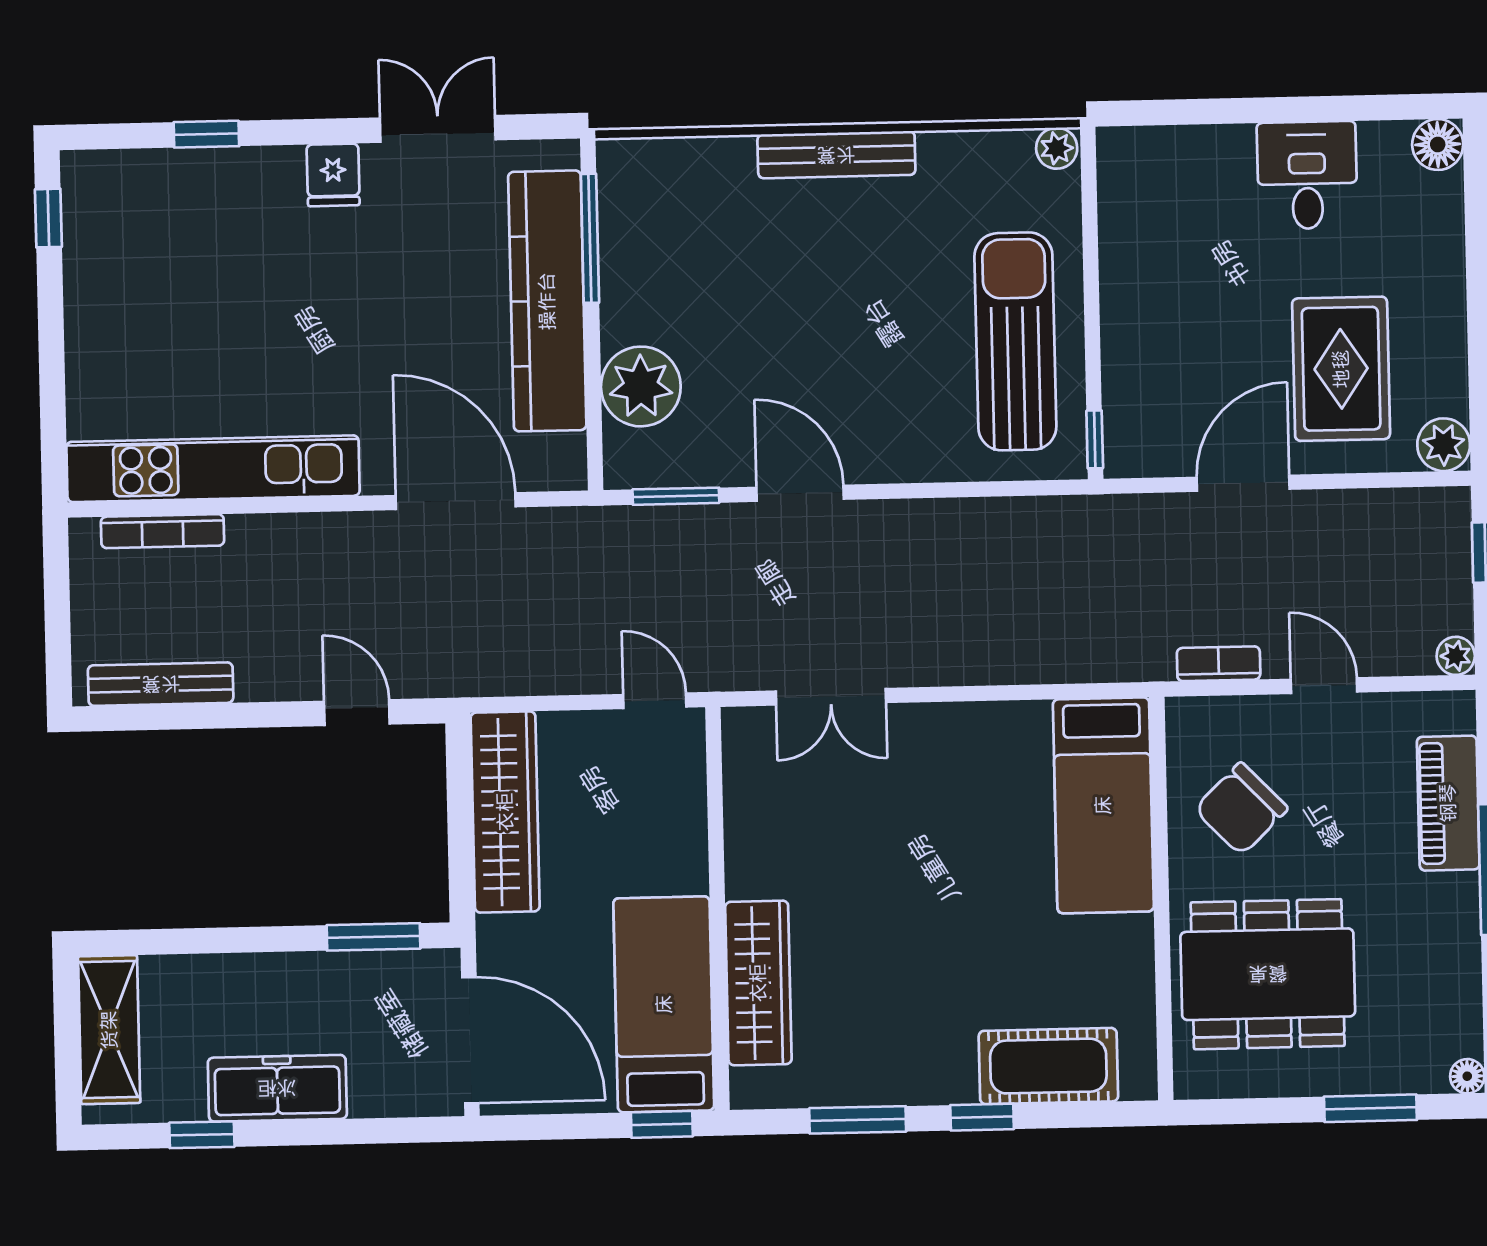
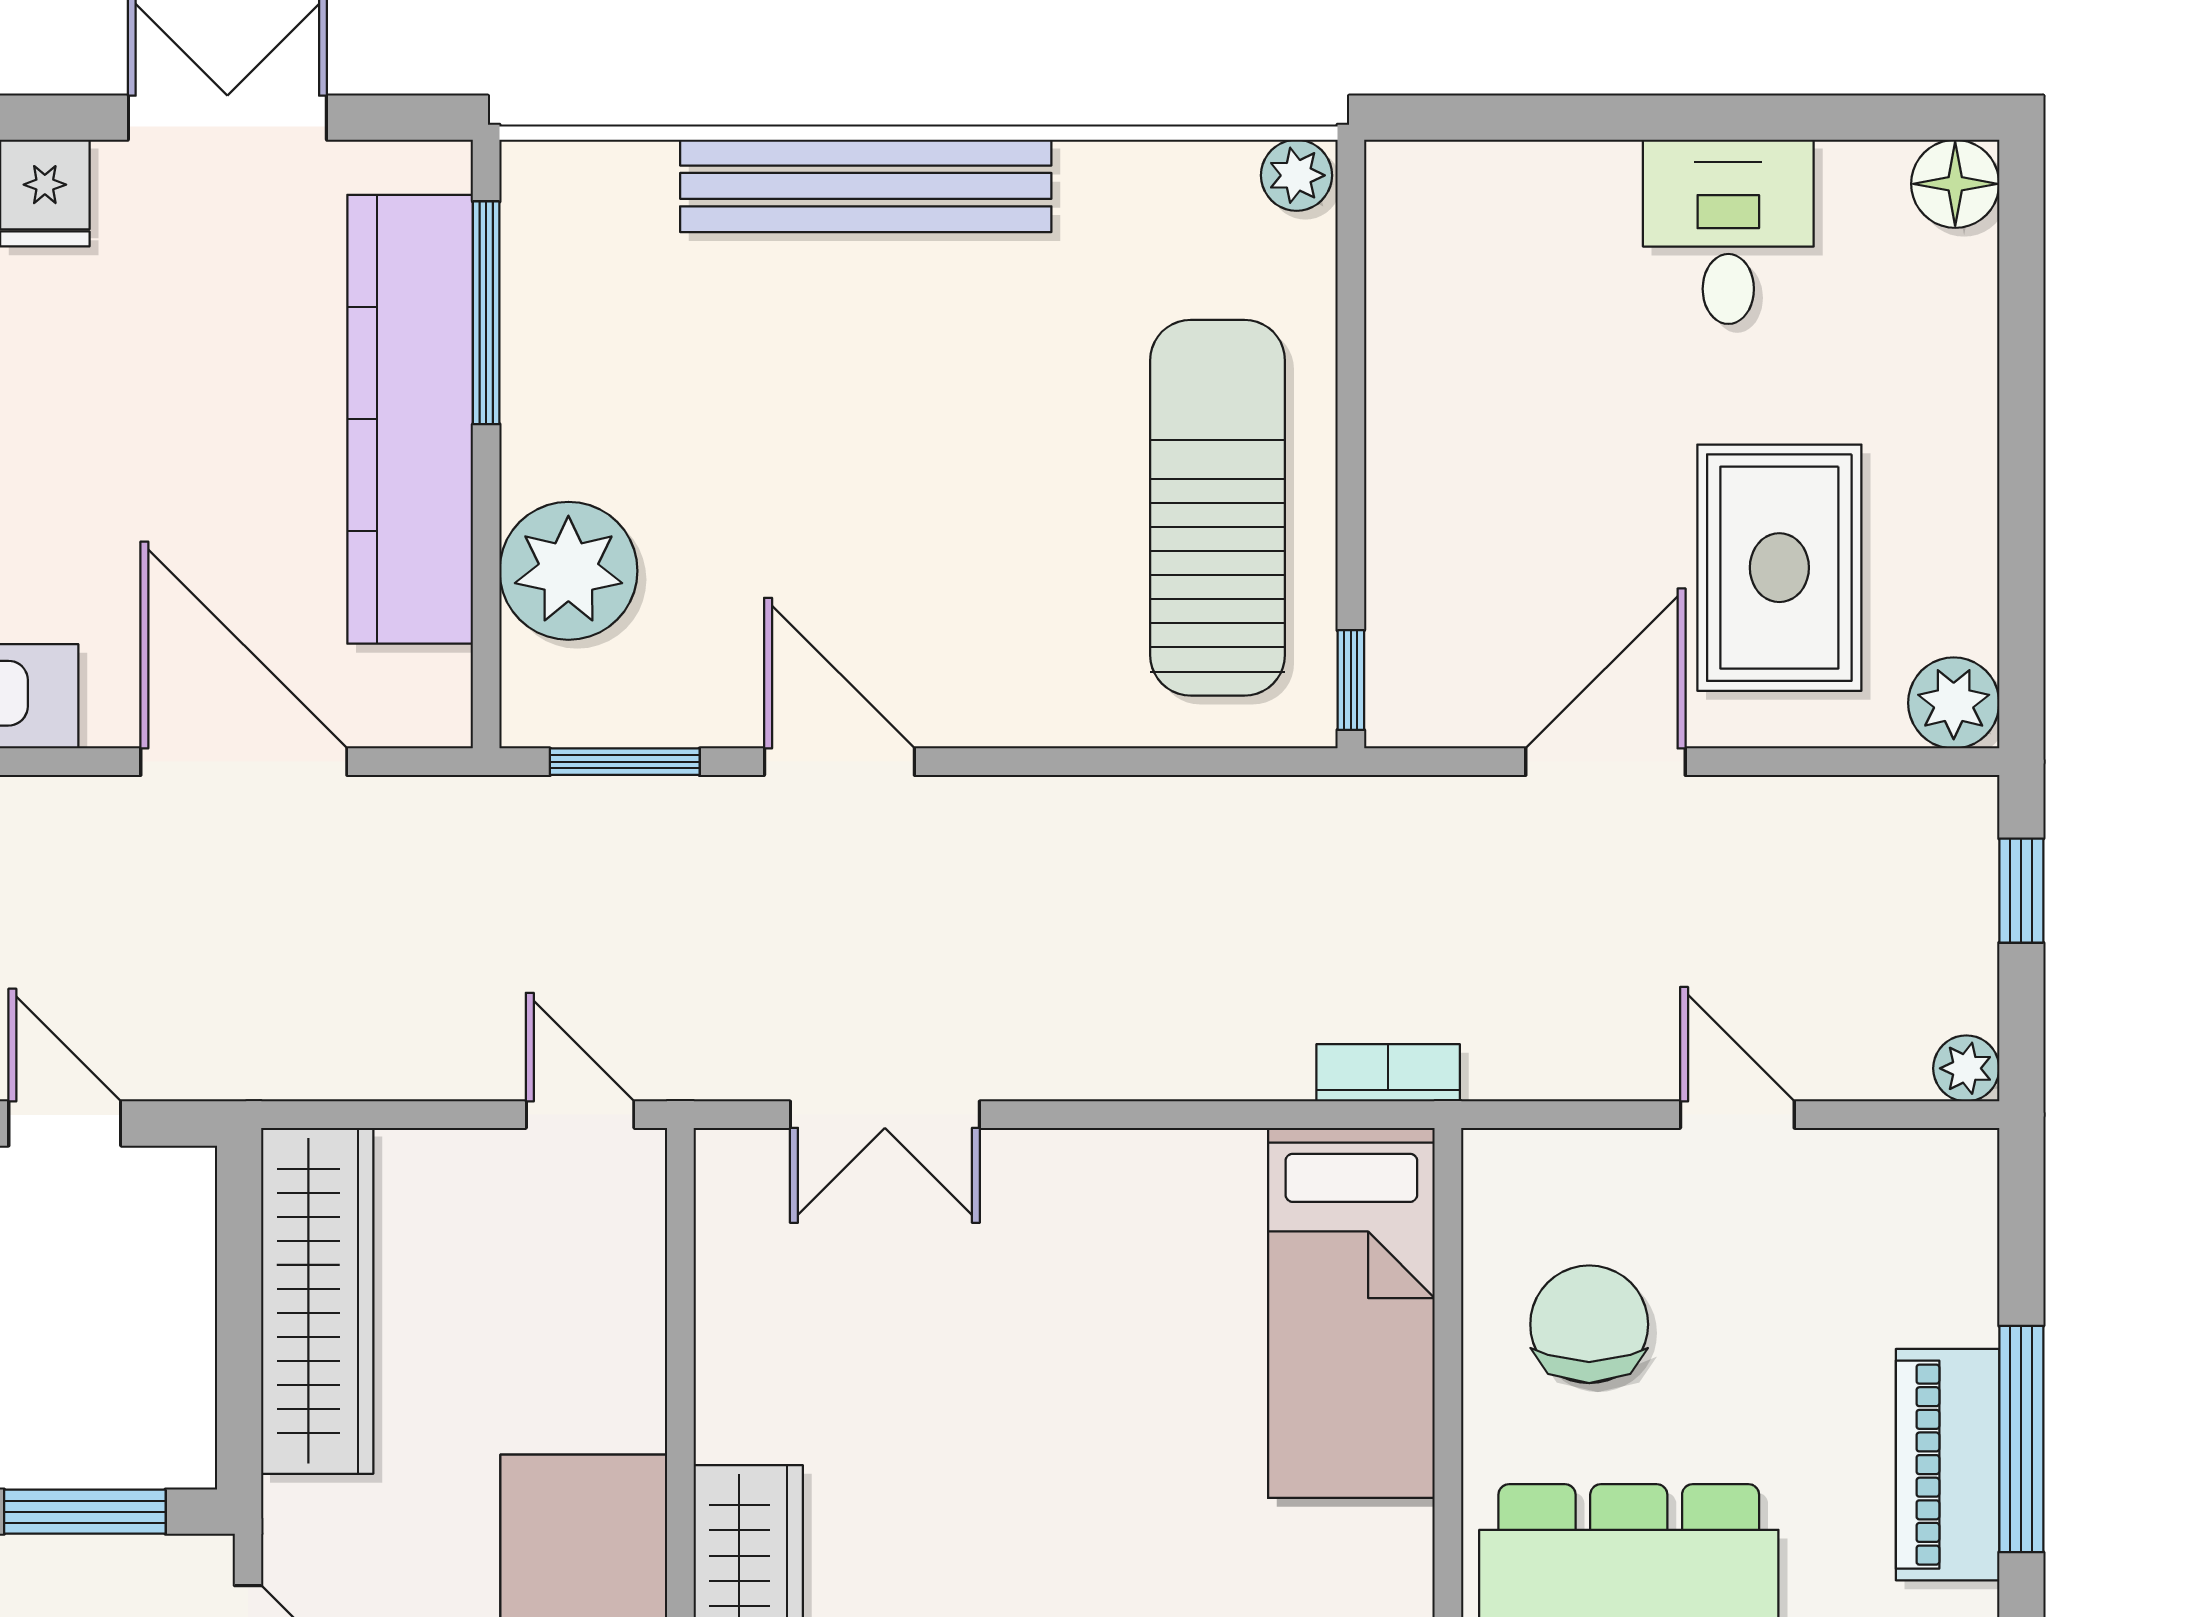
bench: (836, 155) -> (866, 186), width x1.37, depth x1.21
bookcase: (1219, 664) -> (1388, 1073), moved
piano: (1448, 803) -> (1948, 1465), moved
chair: (1241, 809) -> (1589, 1324), turned 134

